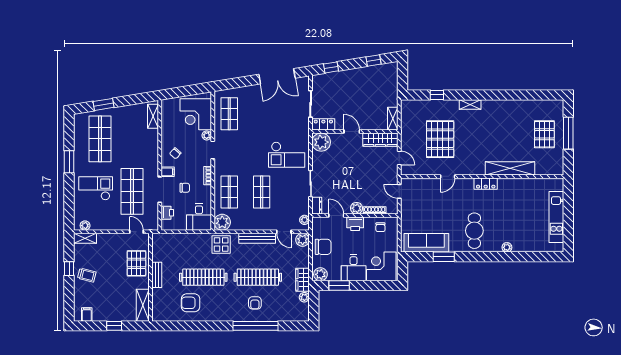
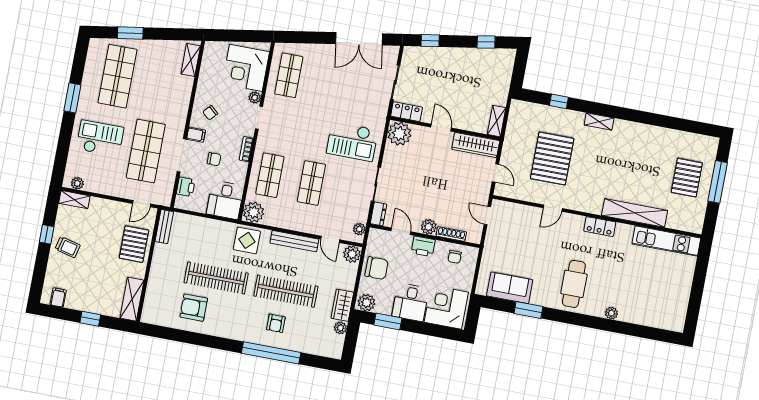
kitchen unit: (556, 217) -> (666, 241), moved, turned -90
door: (136, 232) -> (142, 204), swing flipped
sofa: (426, 243) -> (510, 288), width x0.73
bench: (157, 275) -> (164, 227), moved

